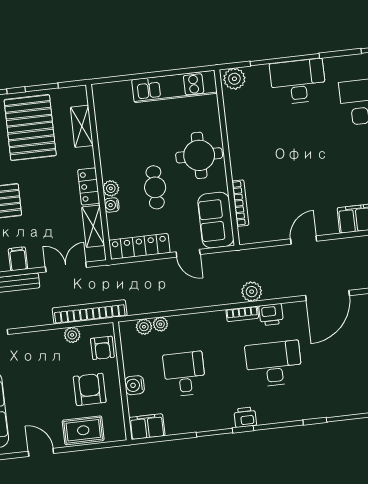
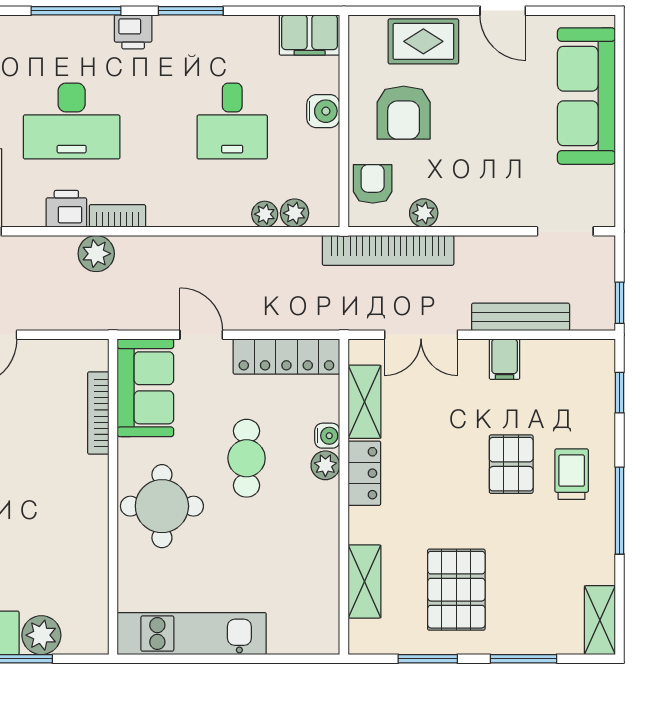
plant: (234, 79) -> (41, 635), moved
pallet: (30, 128) -> (456, 590), width x0.73, depth x0.71

